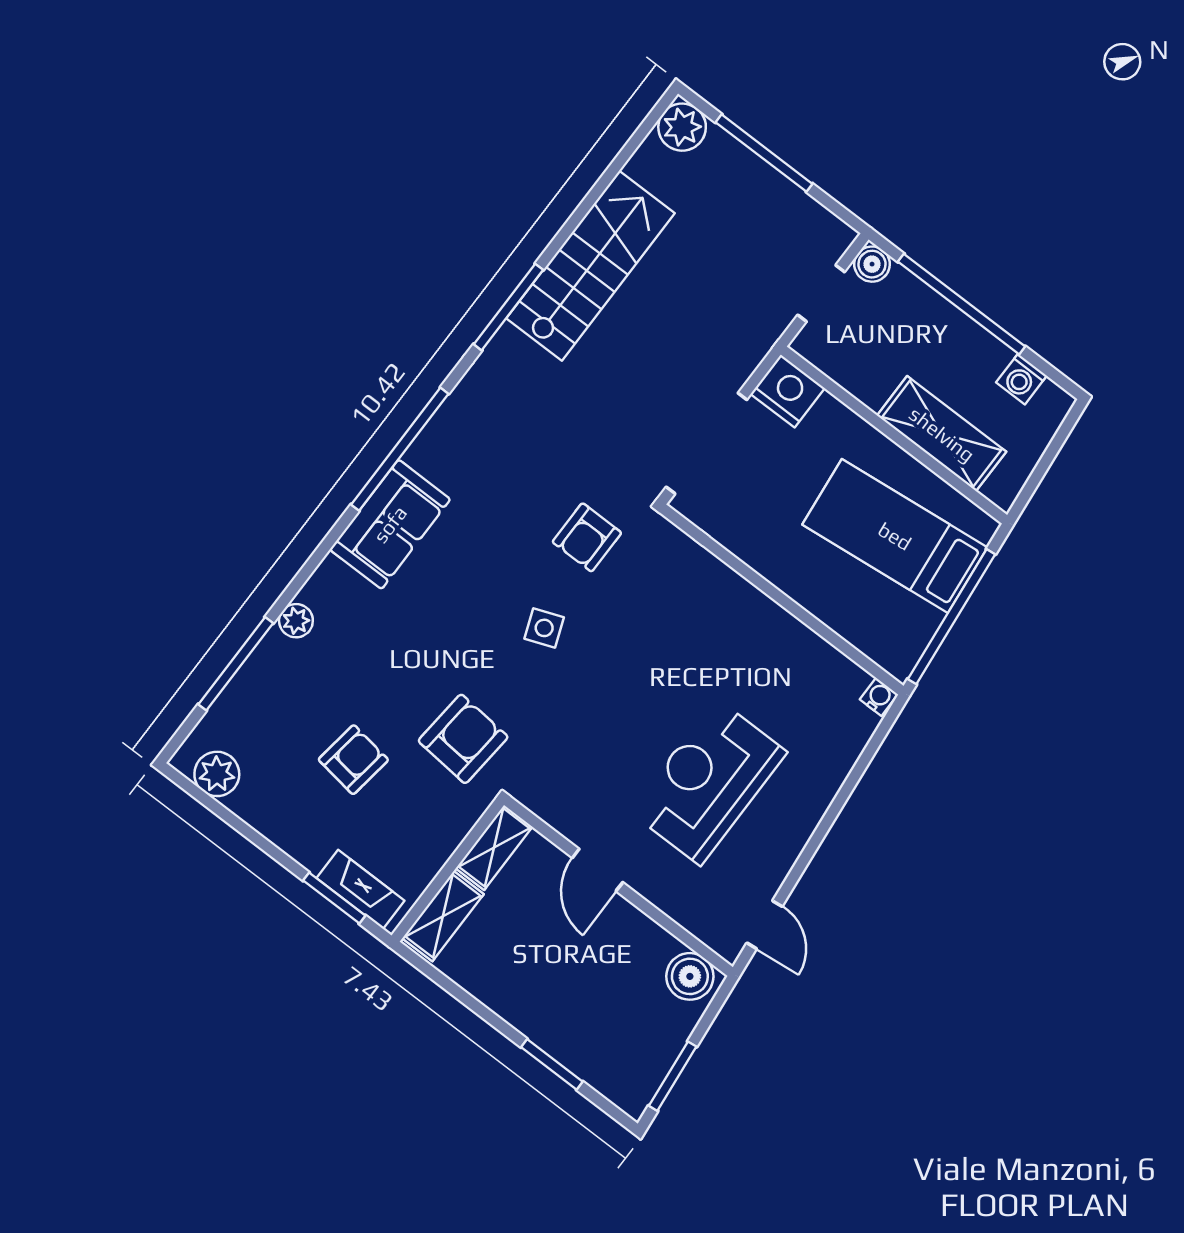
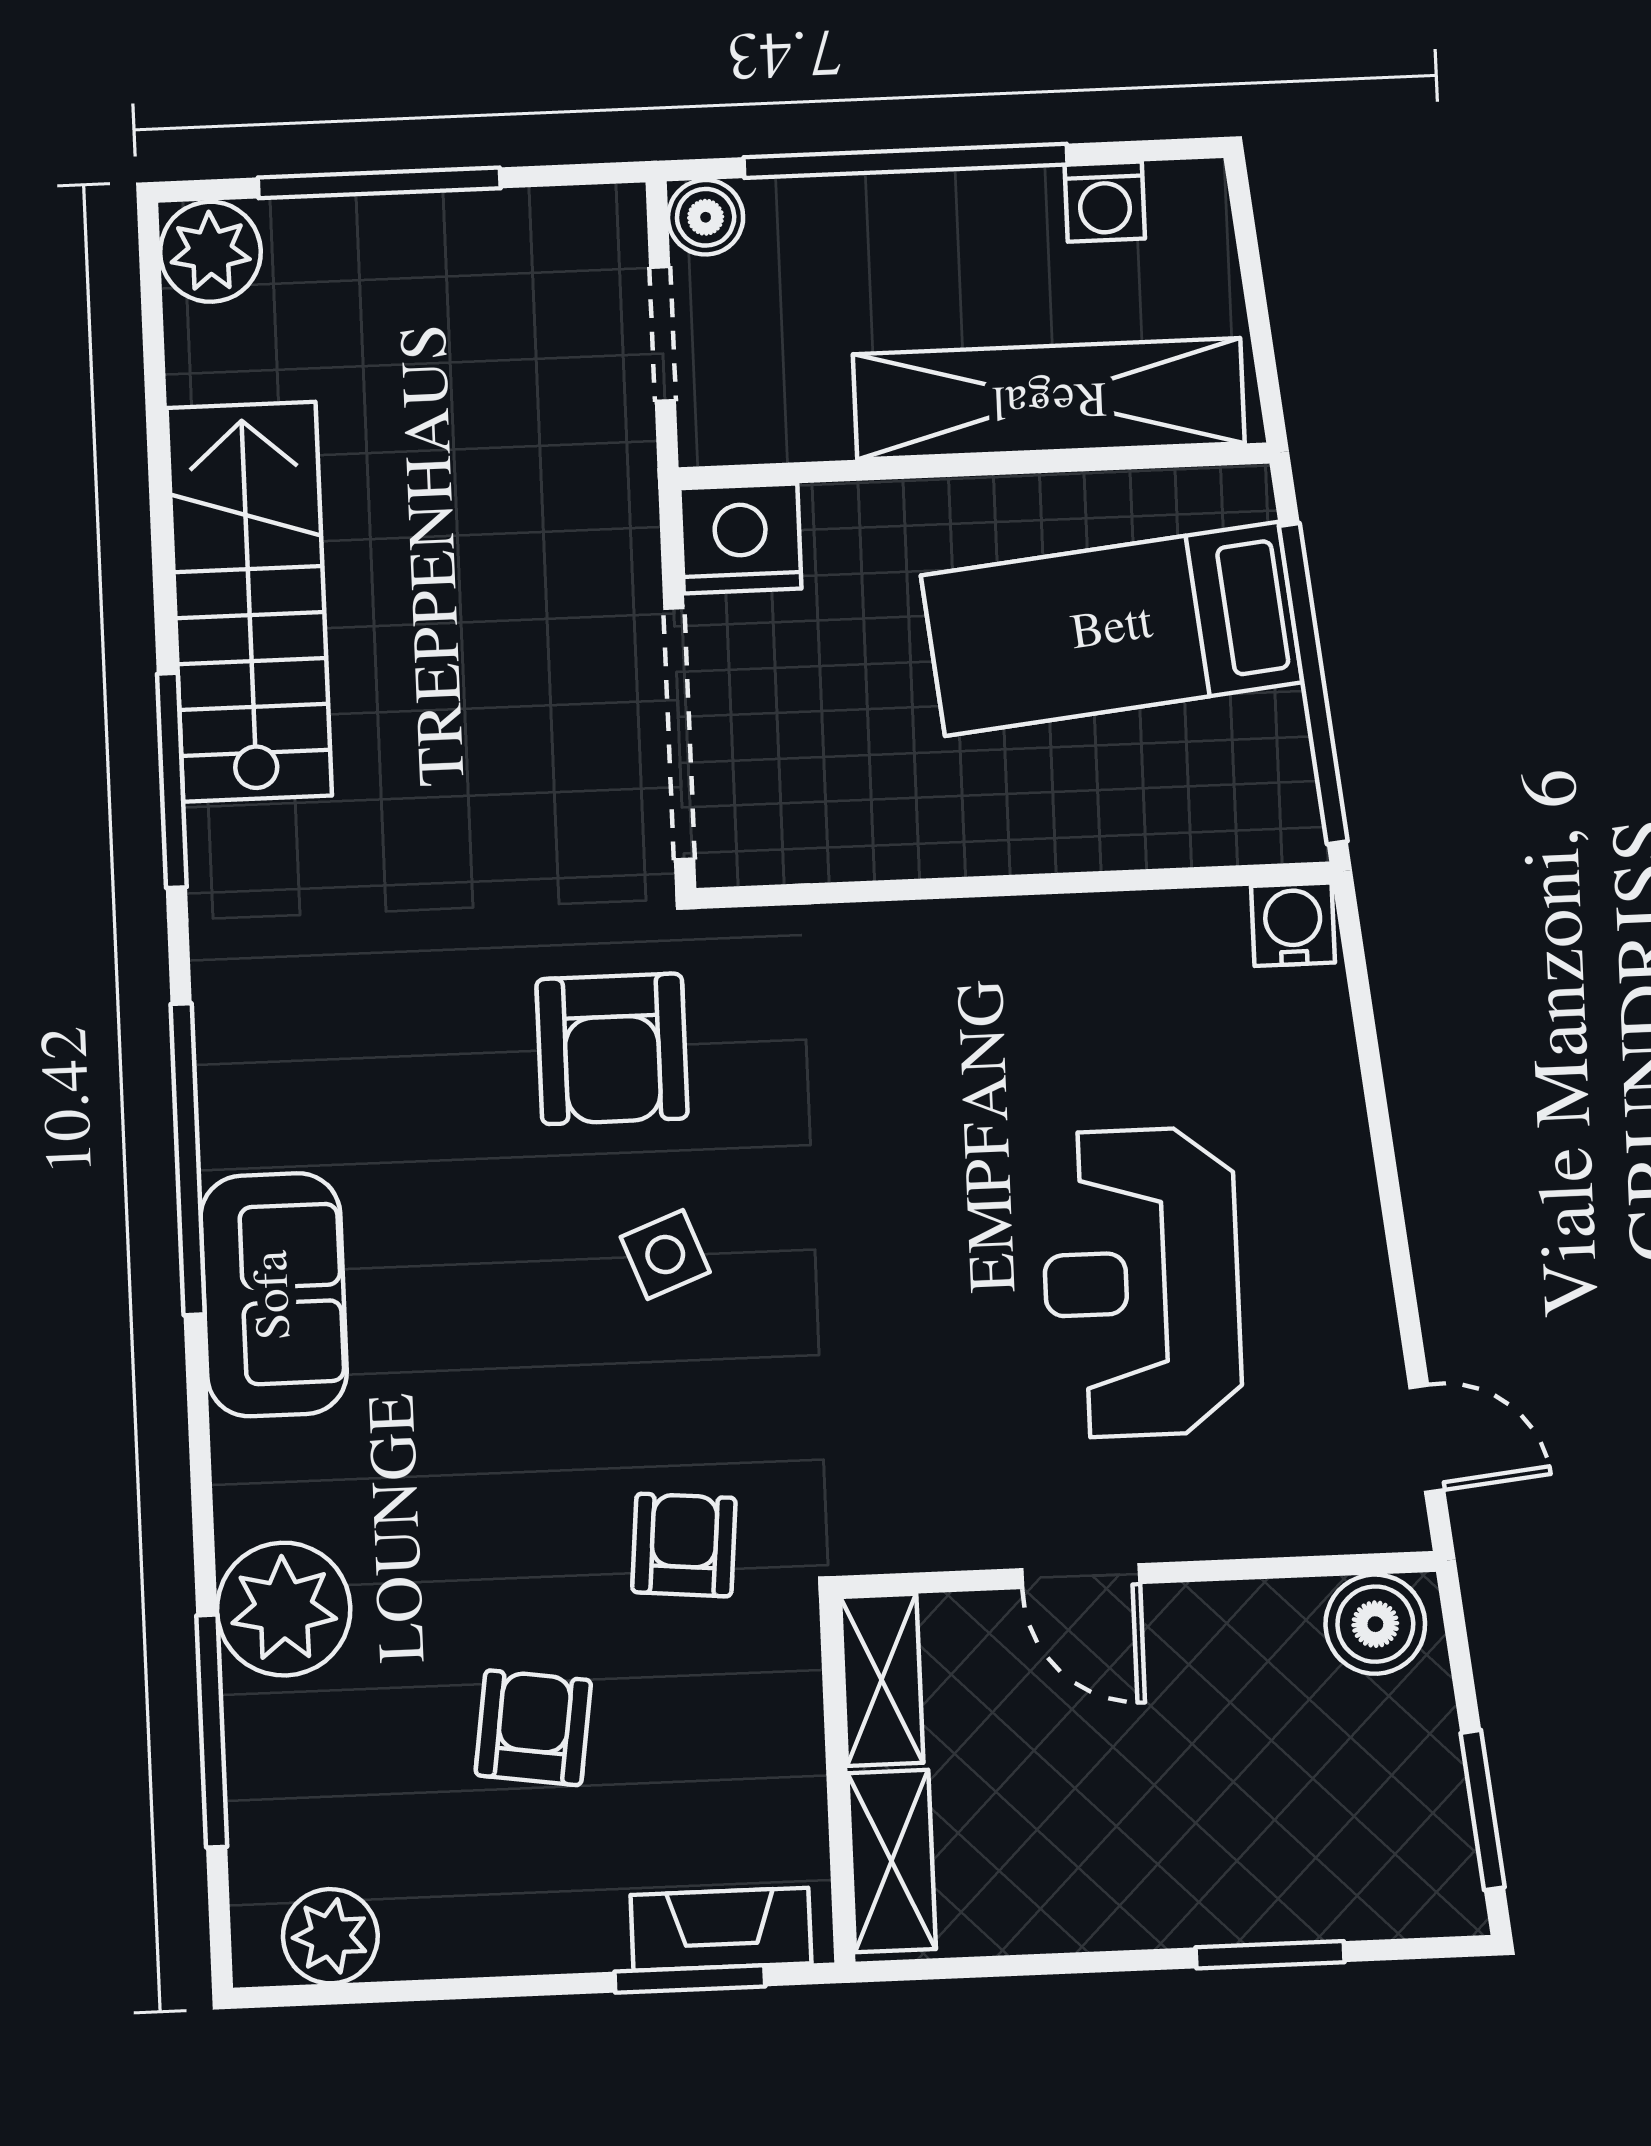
shelving: (942, 434) -> (1049, 399), width x1.47
armchair: (587, 537) -> (612, 1049), width x1.38, depth x1.38
plant: (296, 621) -> (284, 1609), width x1.88, depth x1.88
water cooler: (879, 697) -> (1293, 924), width x1.38, depth x1.38
armchair: (463, 739) -> (684, 1545), width x0.72, depth x0.72

